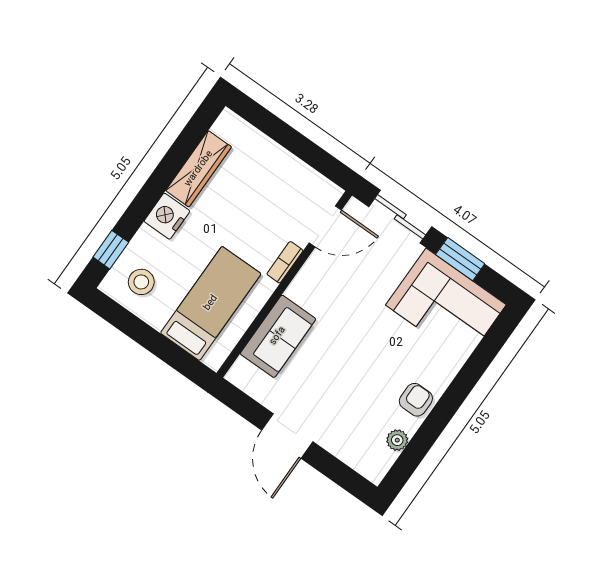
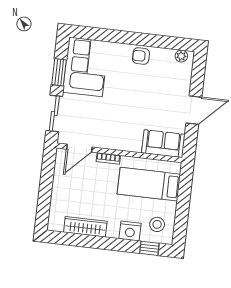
nightstand: (167, 216) -> (130, 231), moved
door: (325, 226) -> (79, 148), swing flipped
sofa: (278, 336) -> (163, 144), moved
plant: (397, 440) -> (181, 56), moved

